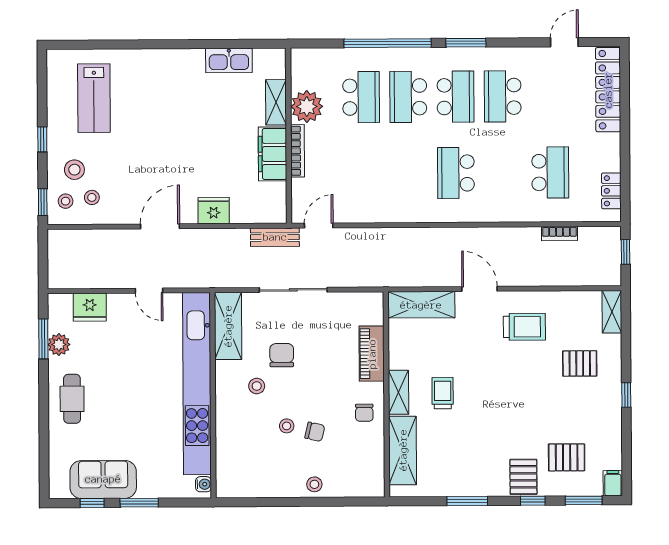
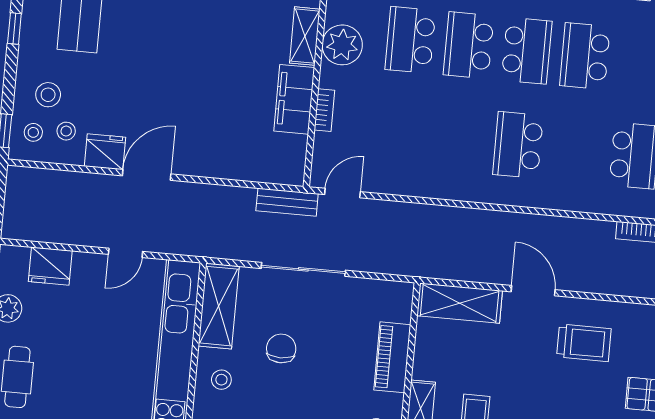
school desk: (361, 97) -> (410, 40), turned 180
window: (42, 139) -> (14, 29), moved
bookcase: (298, 151) -> (324, 110), width x0.64
fridge: (214, 211) -> (105, 152), moved
door: (149, 291) -> (125, 253), hinge flipped
stool: (257, 386) -> (221, 380), moved

